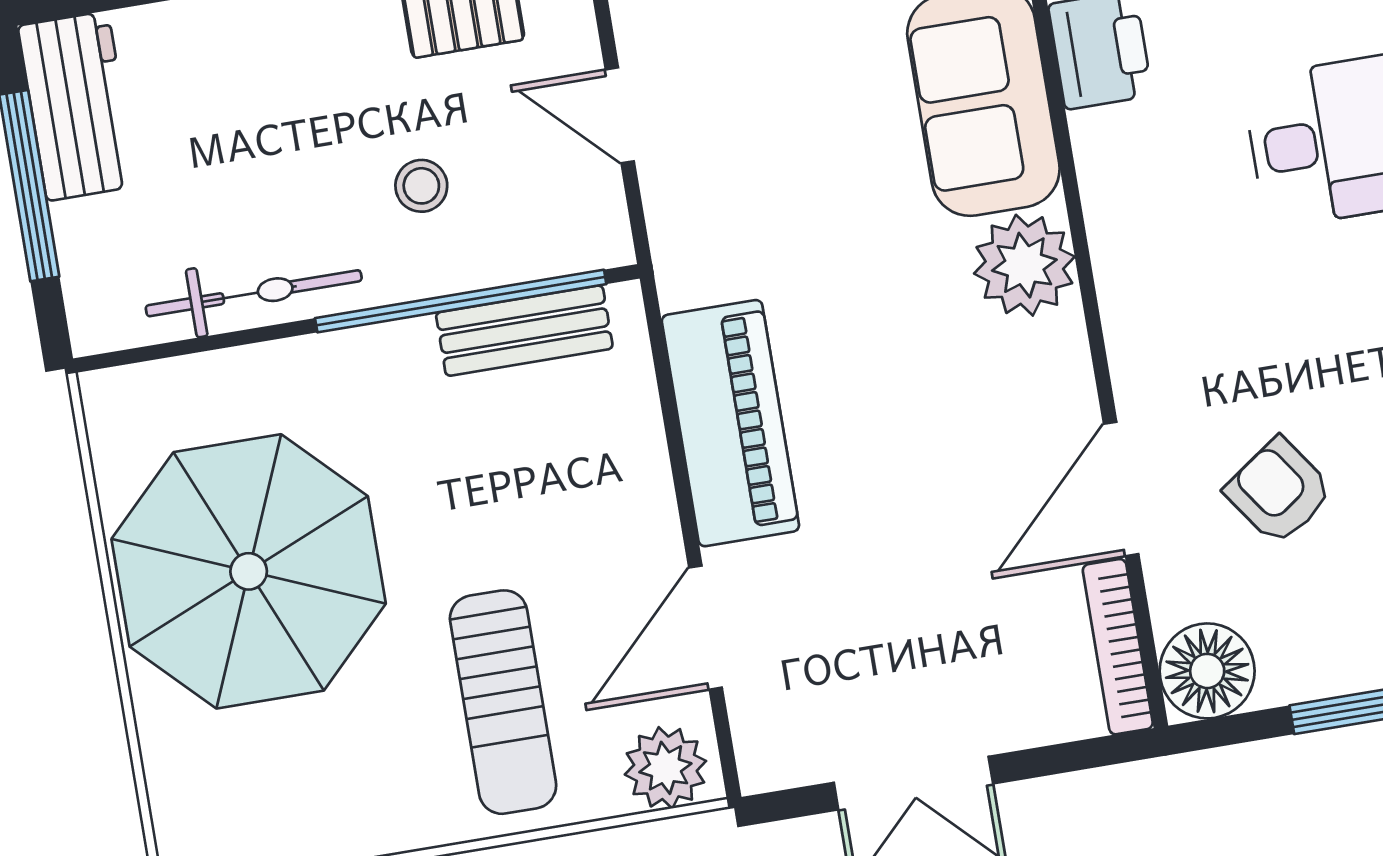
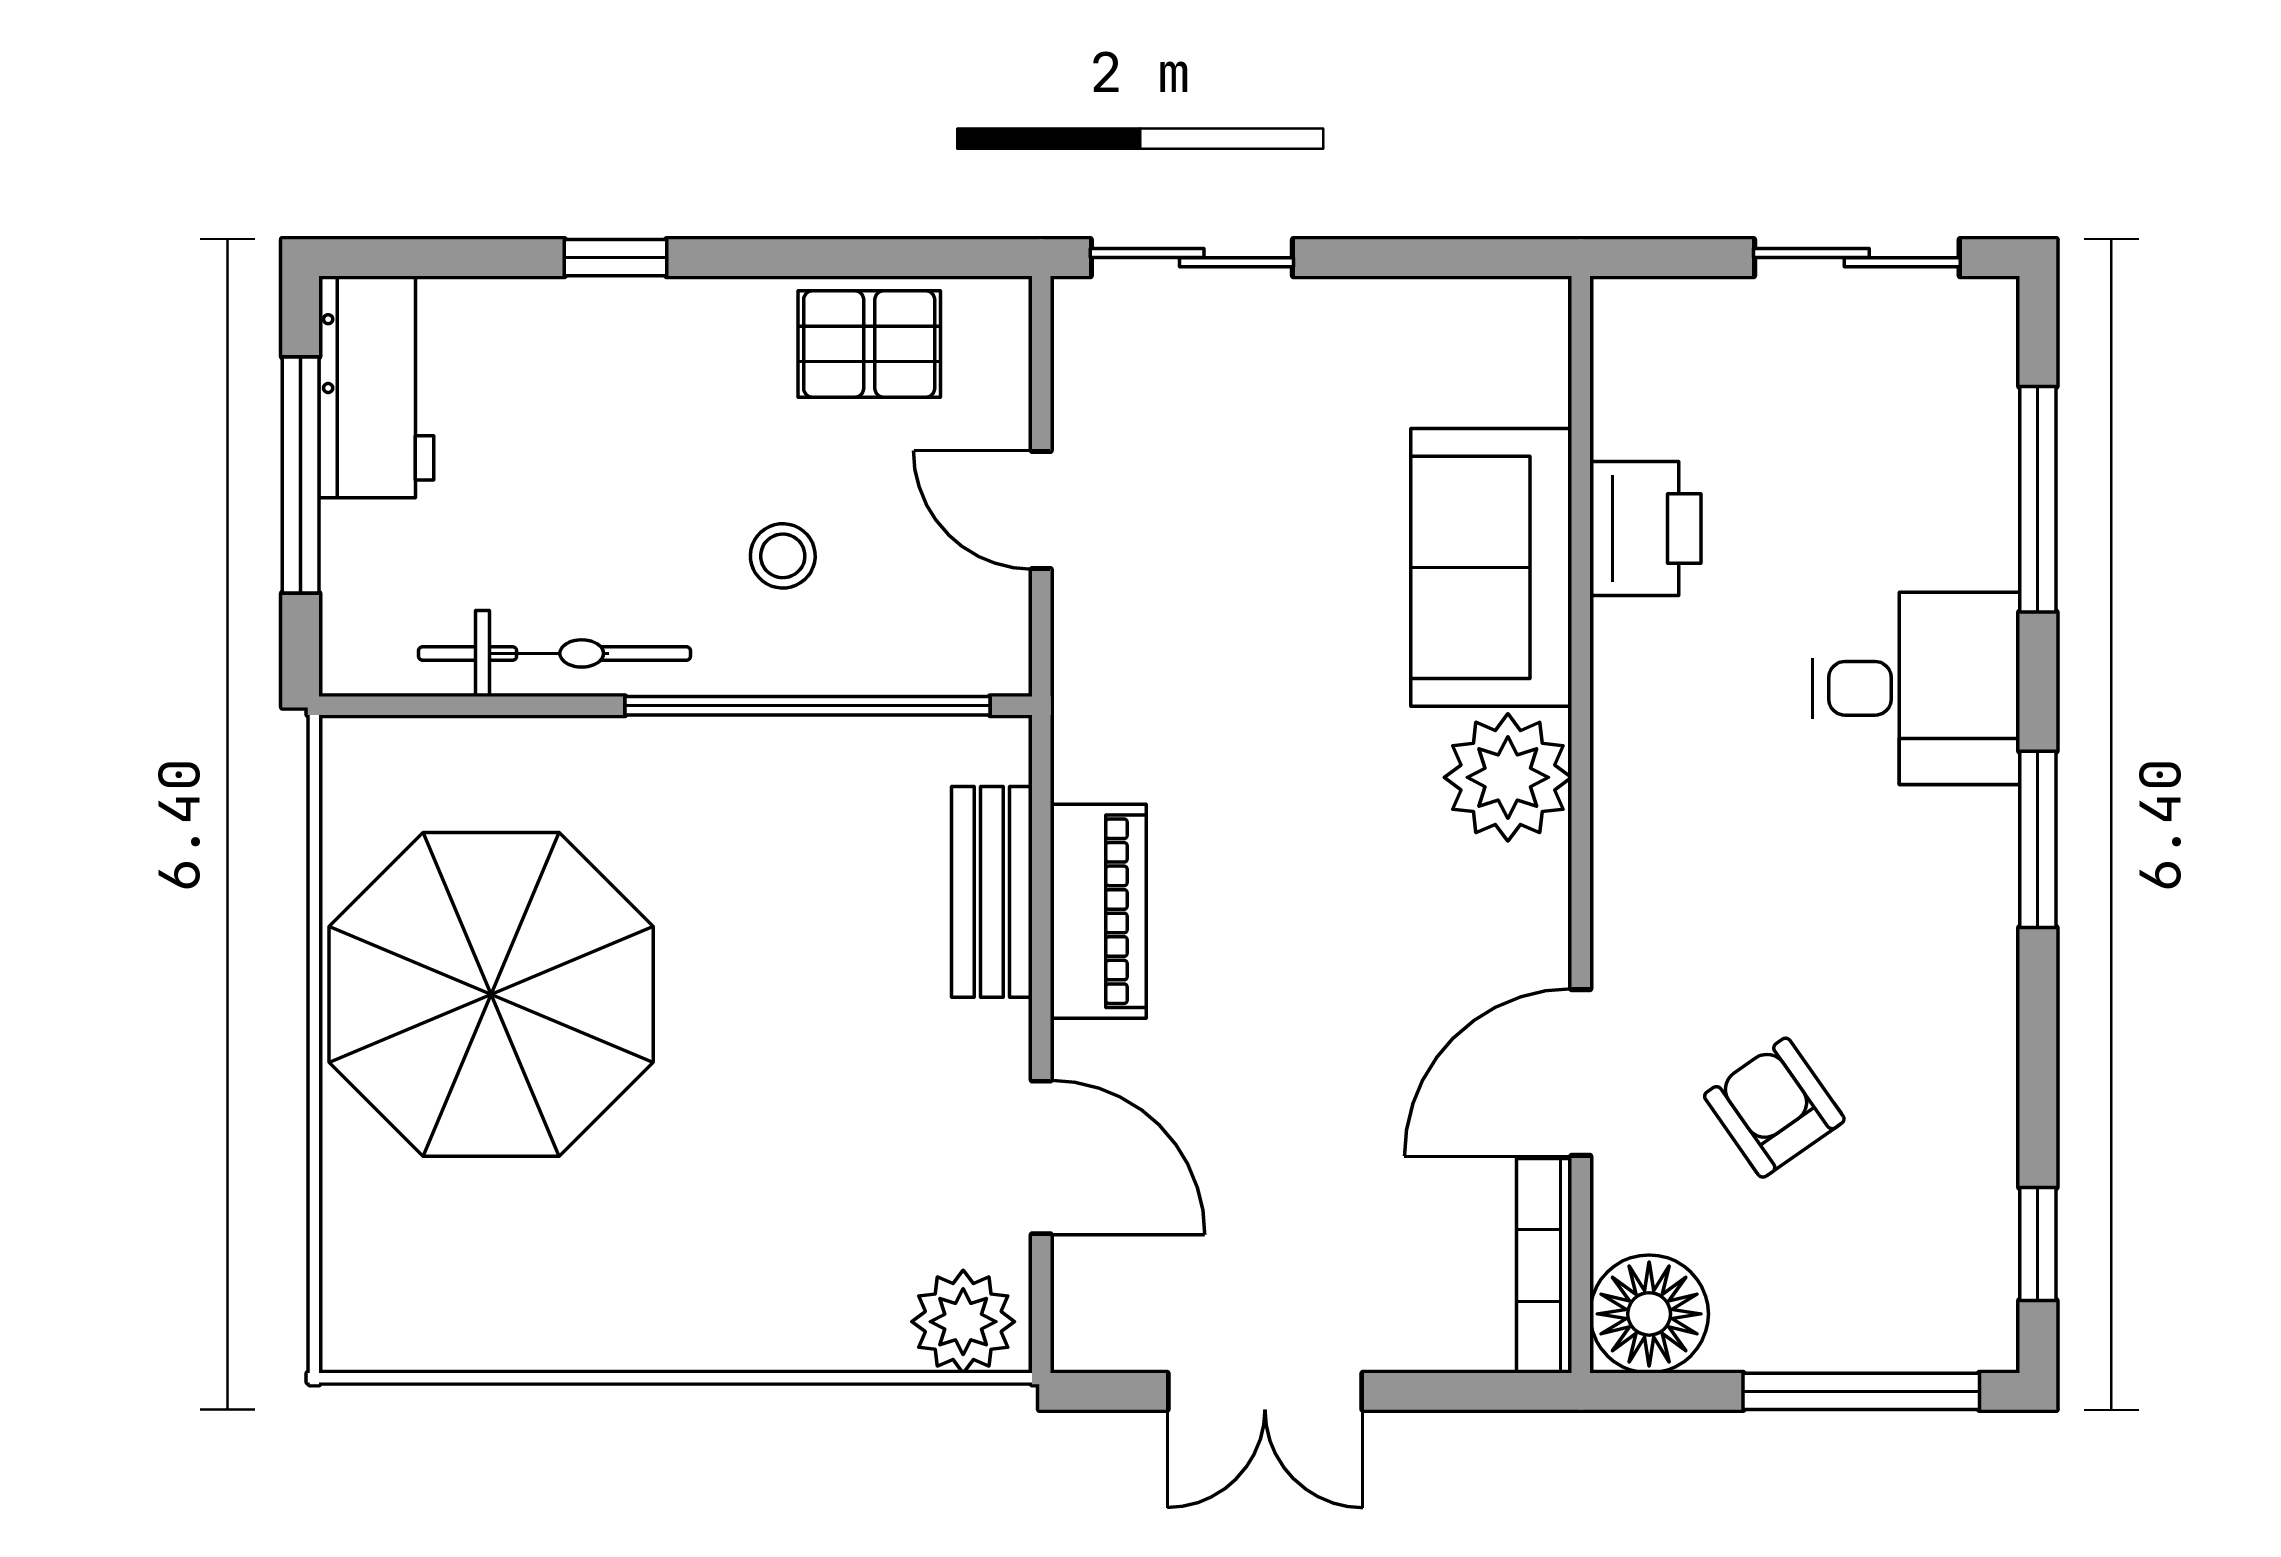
bench: (524, 331) -> (992, 892), moved, turned 90
piano: (730, 423) -> (1098, 911), width x0.73, depth x0.75
door: (706, 628) -> (1041, 1157), swing flipped
sun lounger: (503, 702) -> (777, 1207), removed

